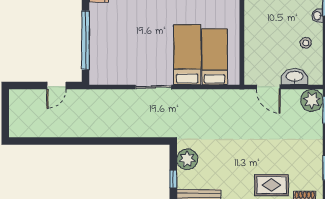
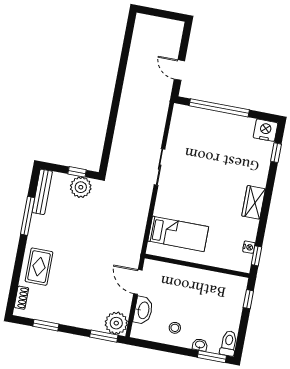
bed: (187, 55) -> (185, 207), removed
door: (268, 87) -> (138, 282), hinge flipped
window: (173, 179) -> (77, 172), moved

